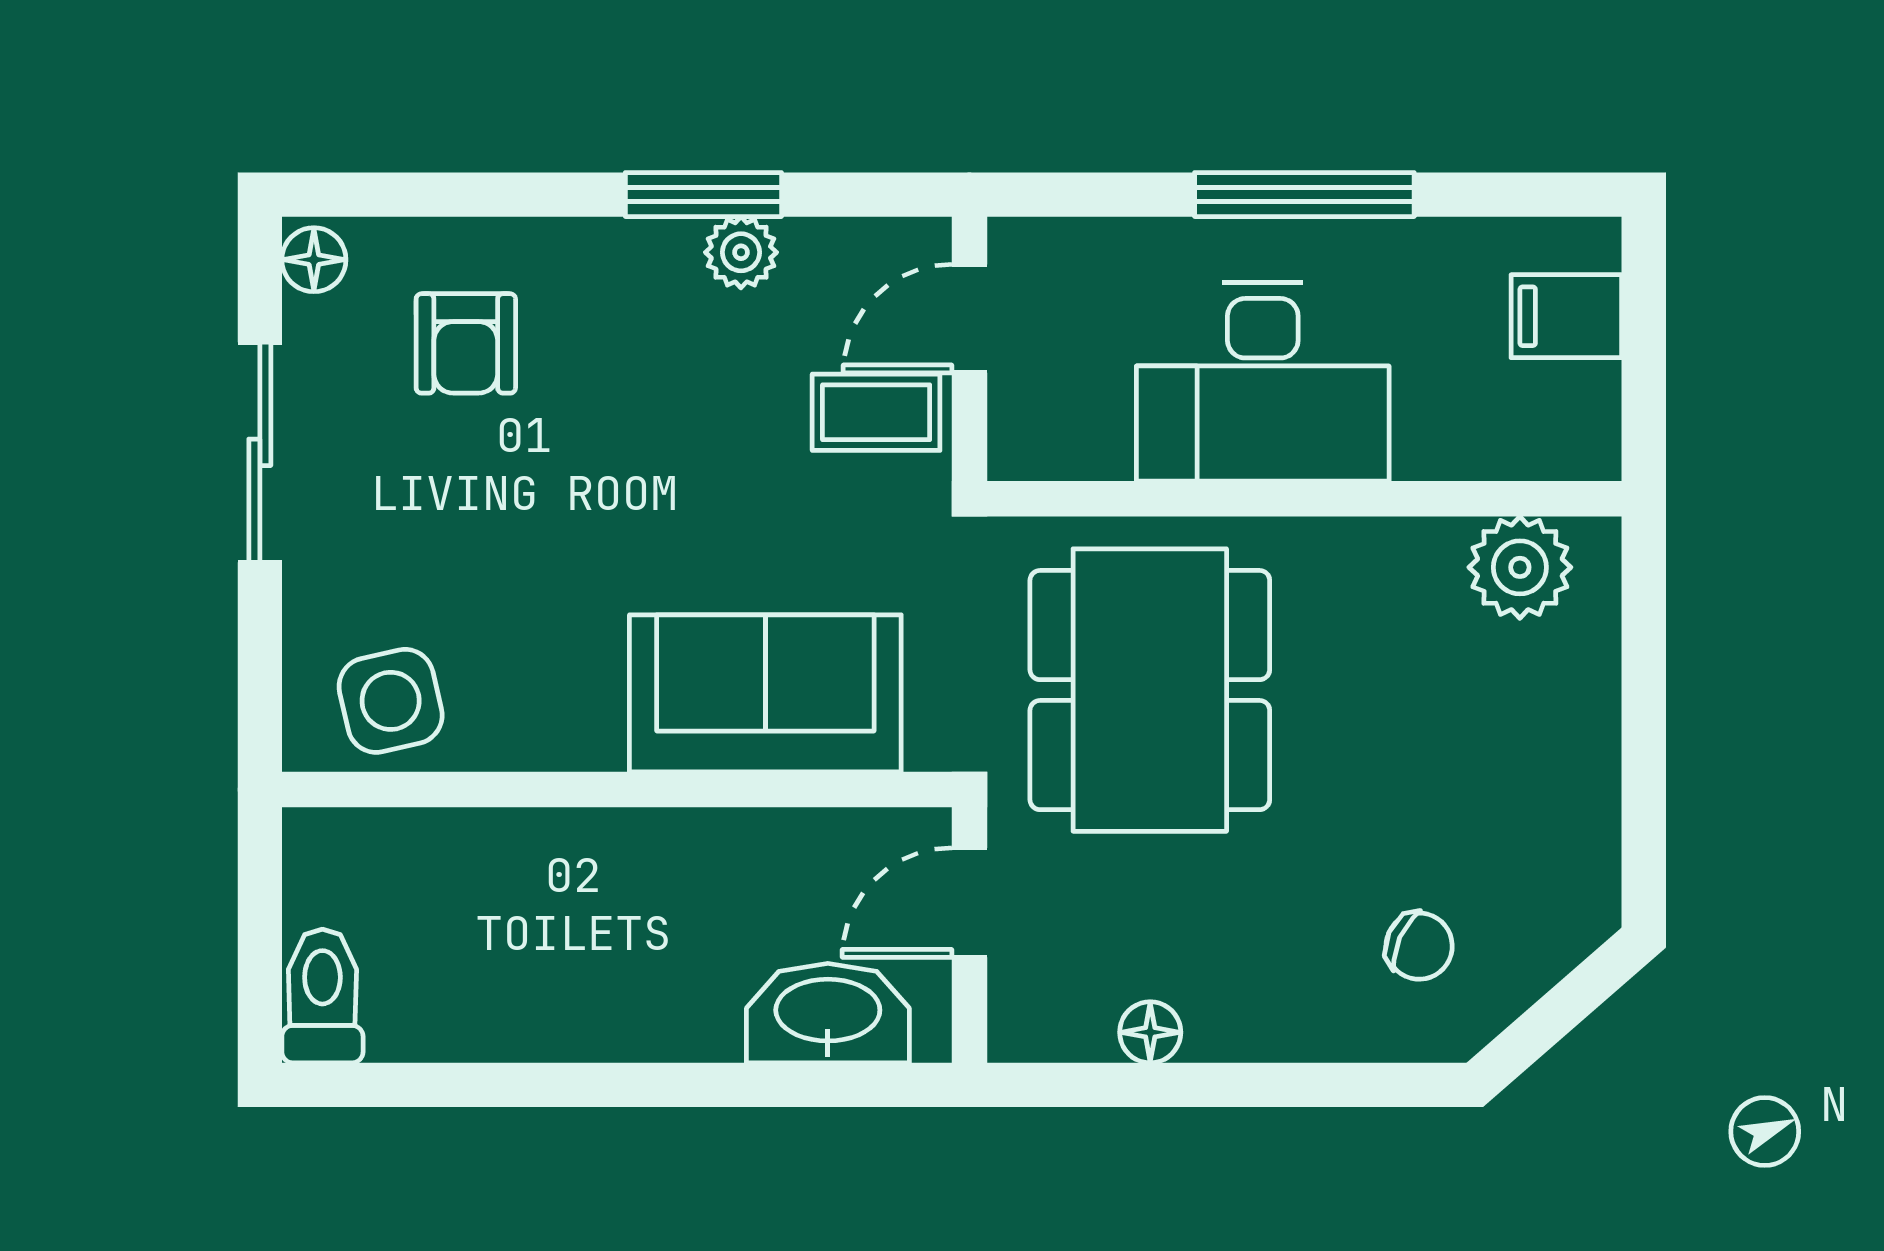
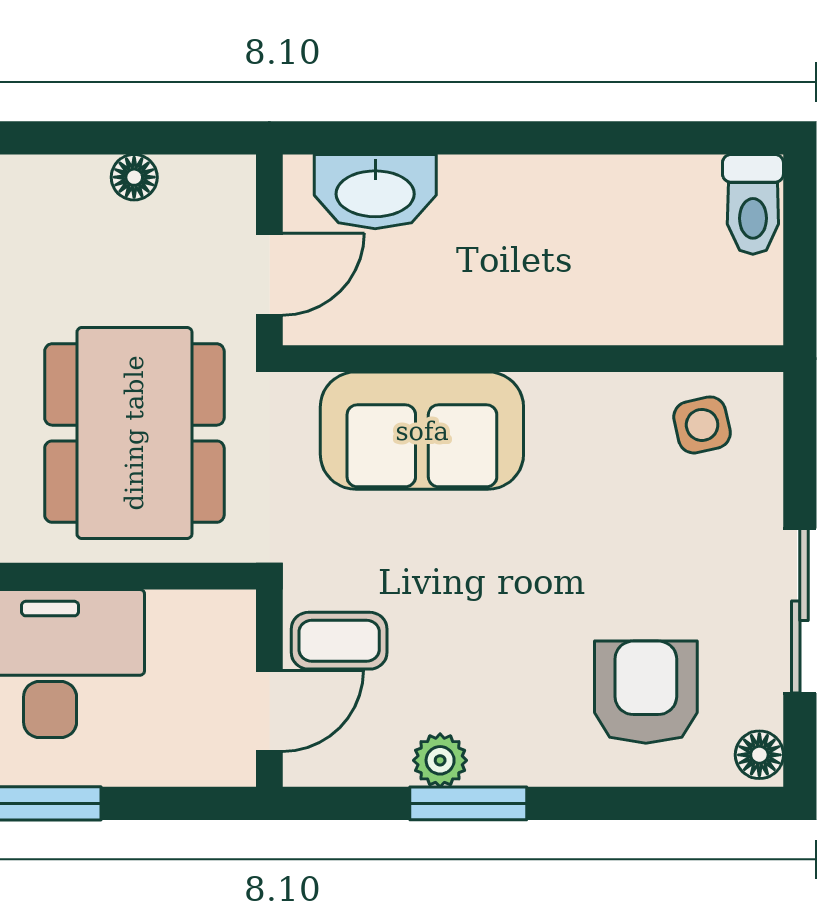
armchair: (466, 343) -> (646, 692), width x1.38, depth x1.38
side table: (391, 701) -> (702, 425), width x0.73, depth x0.73

